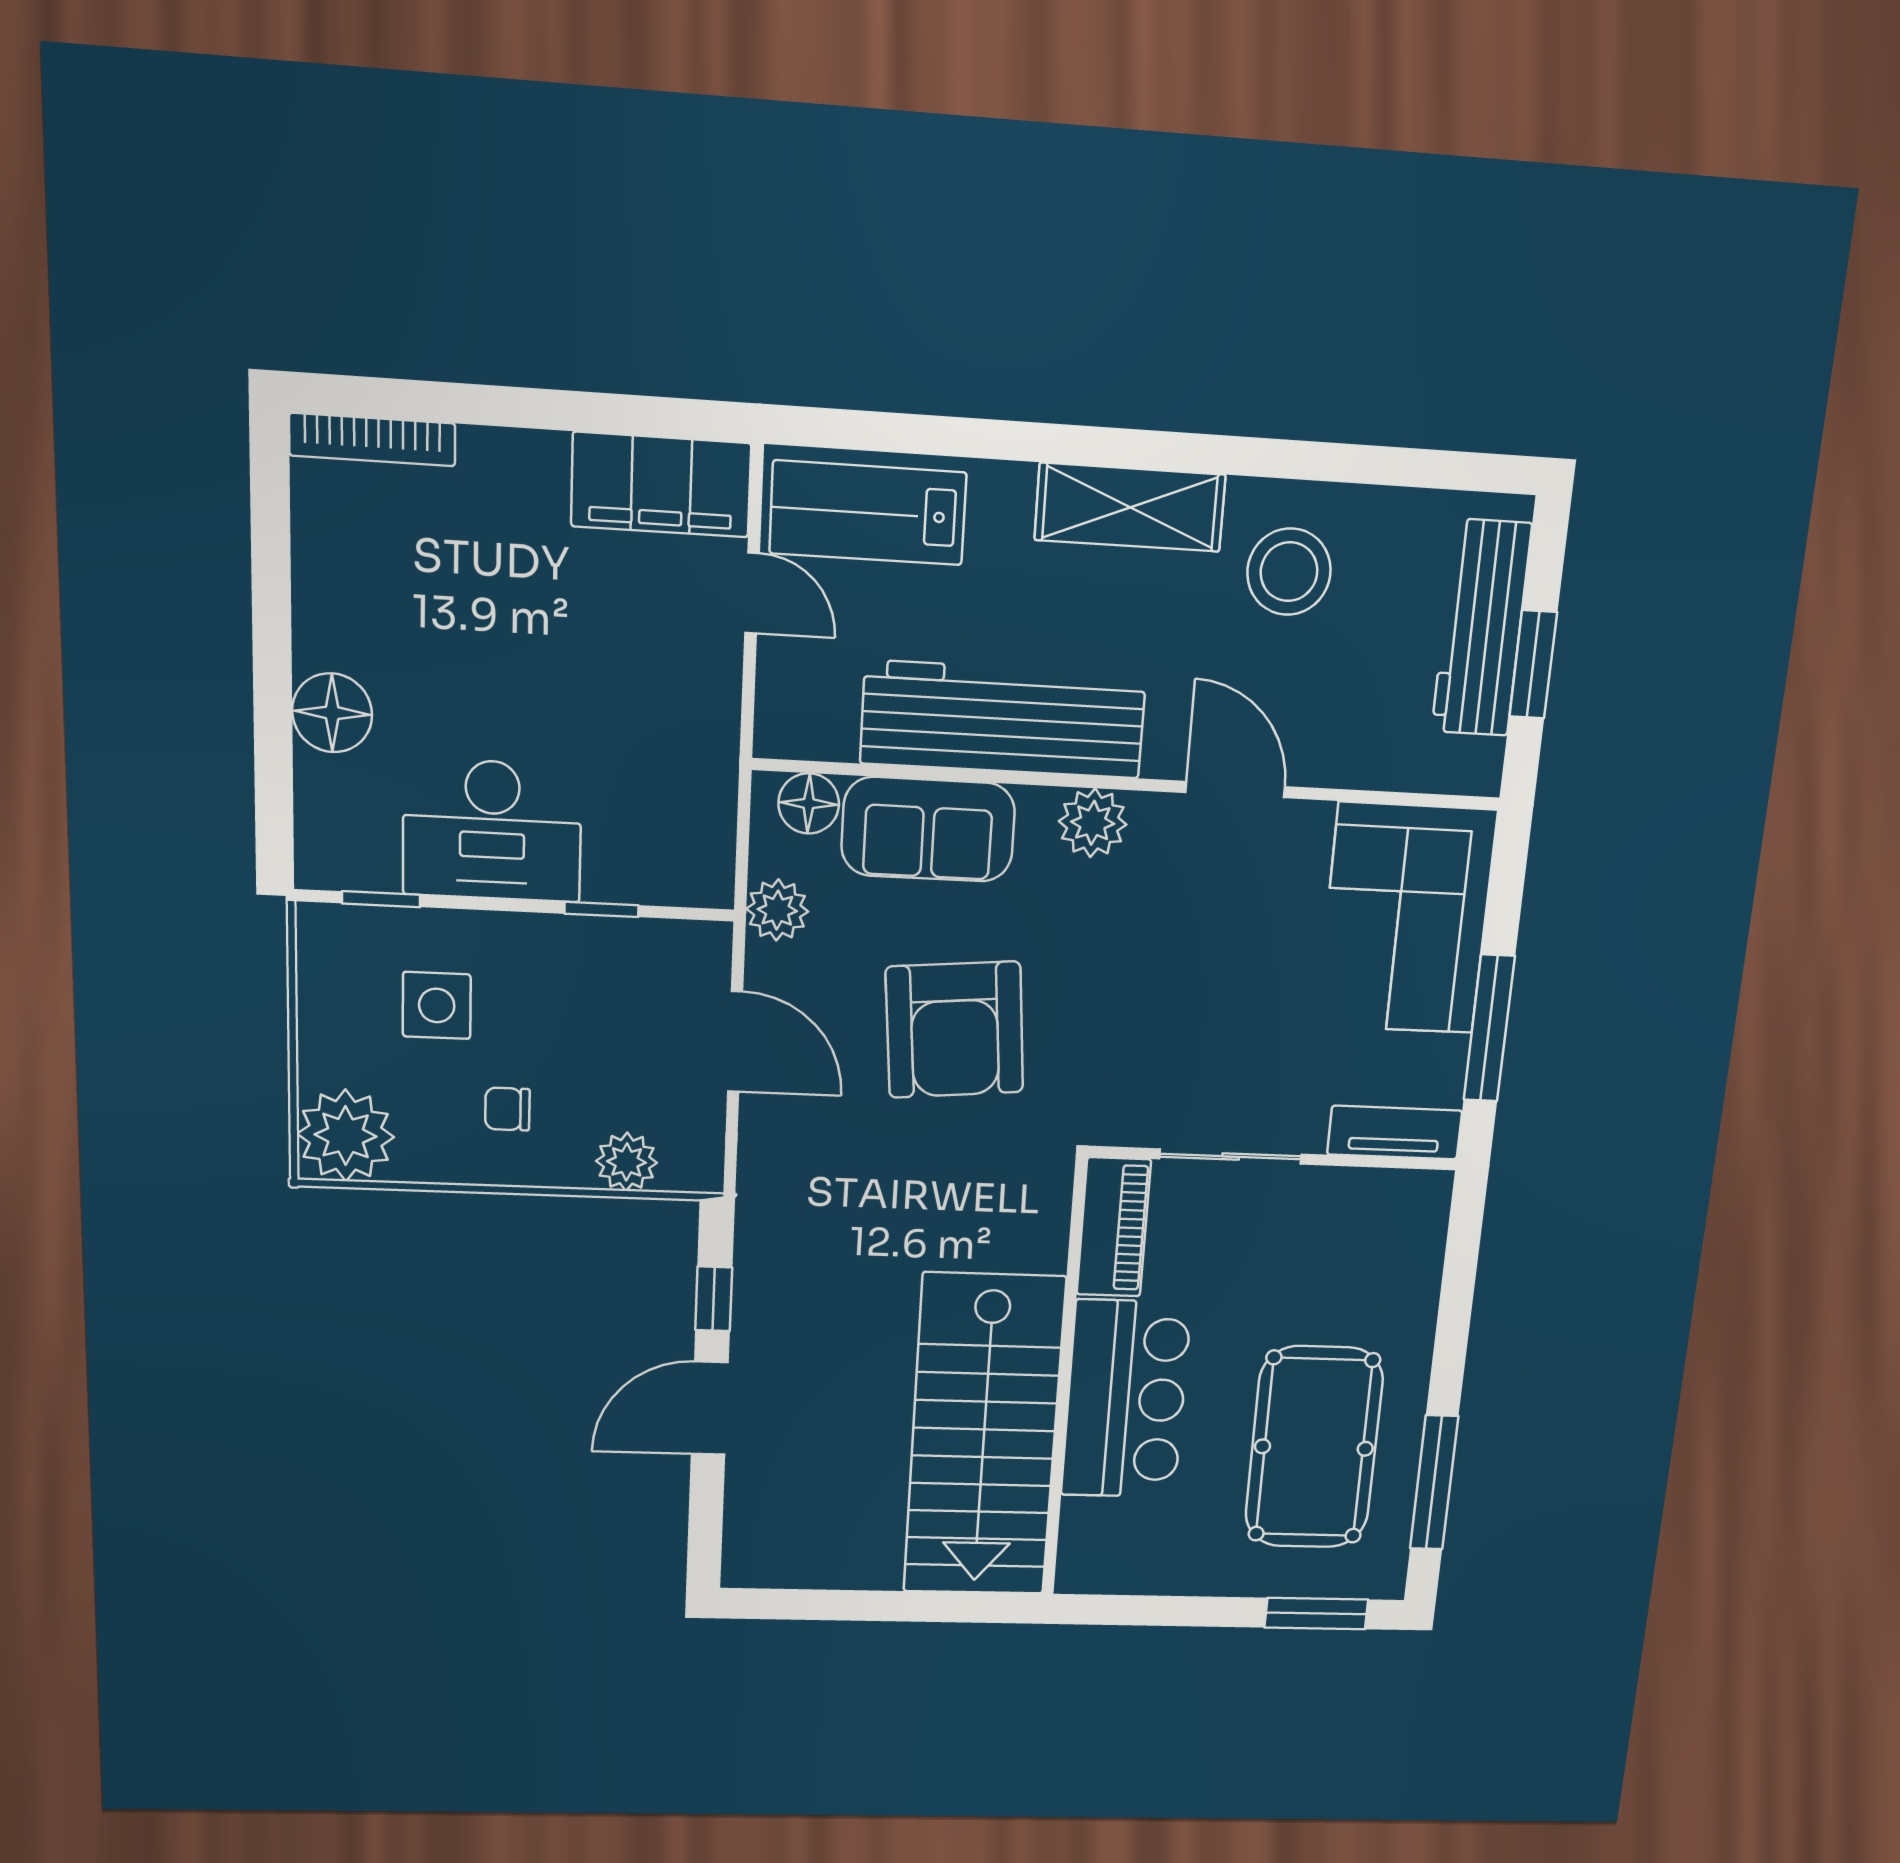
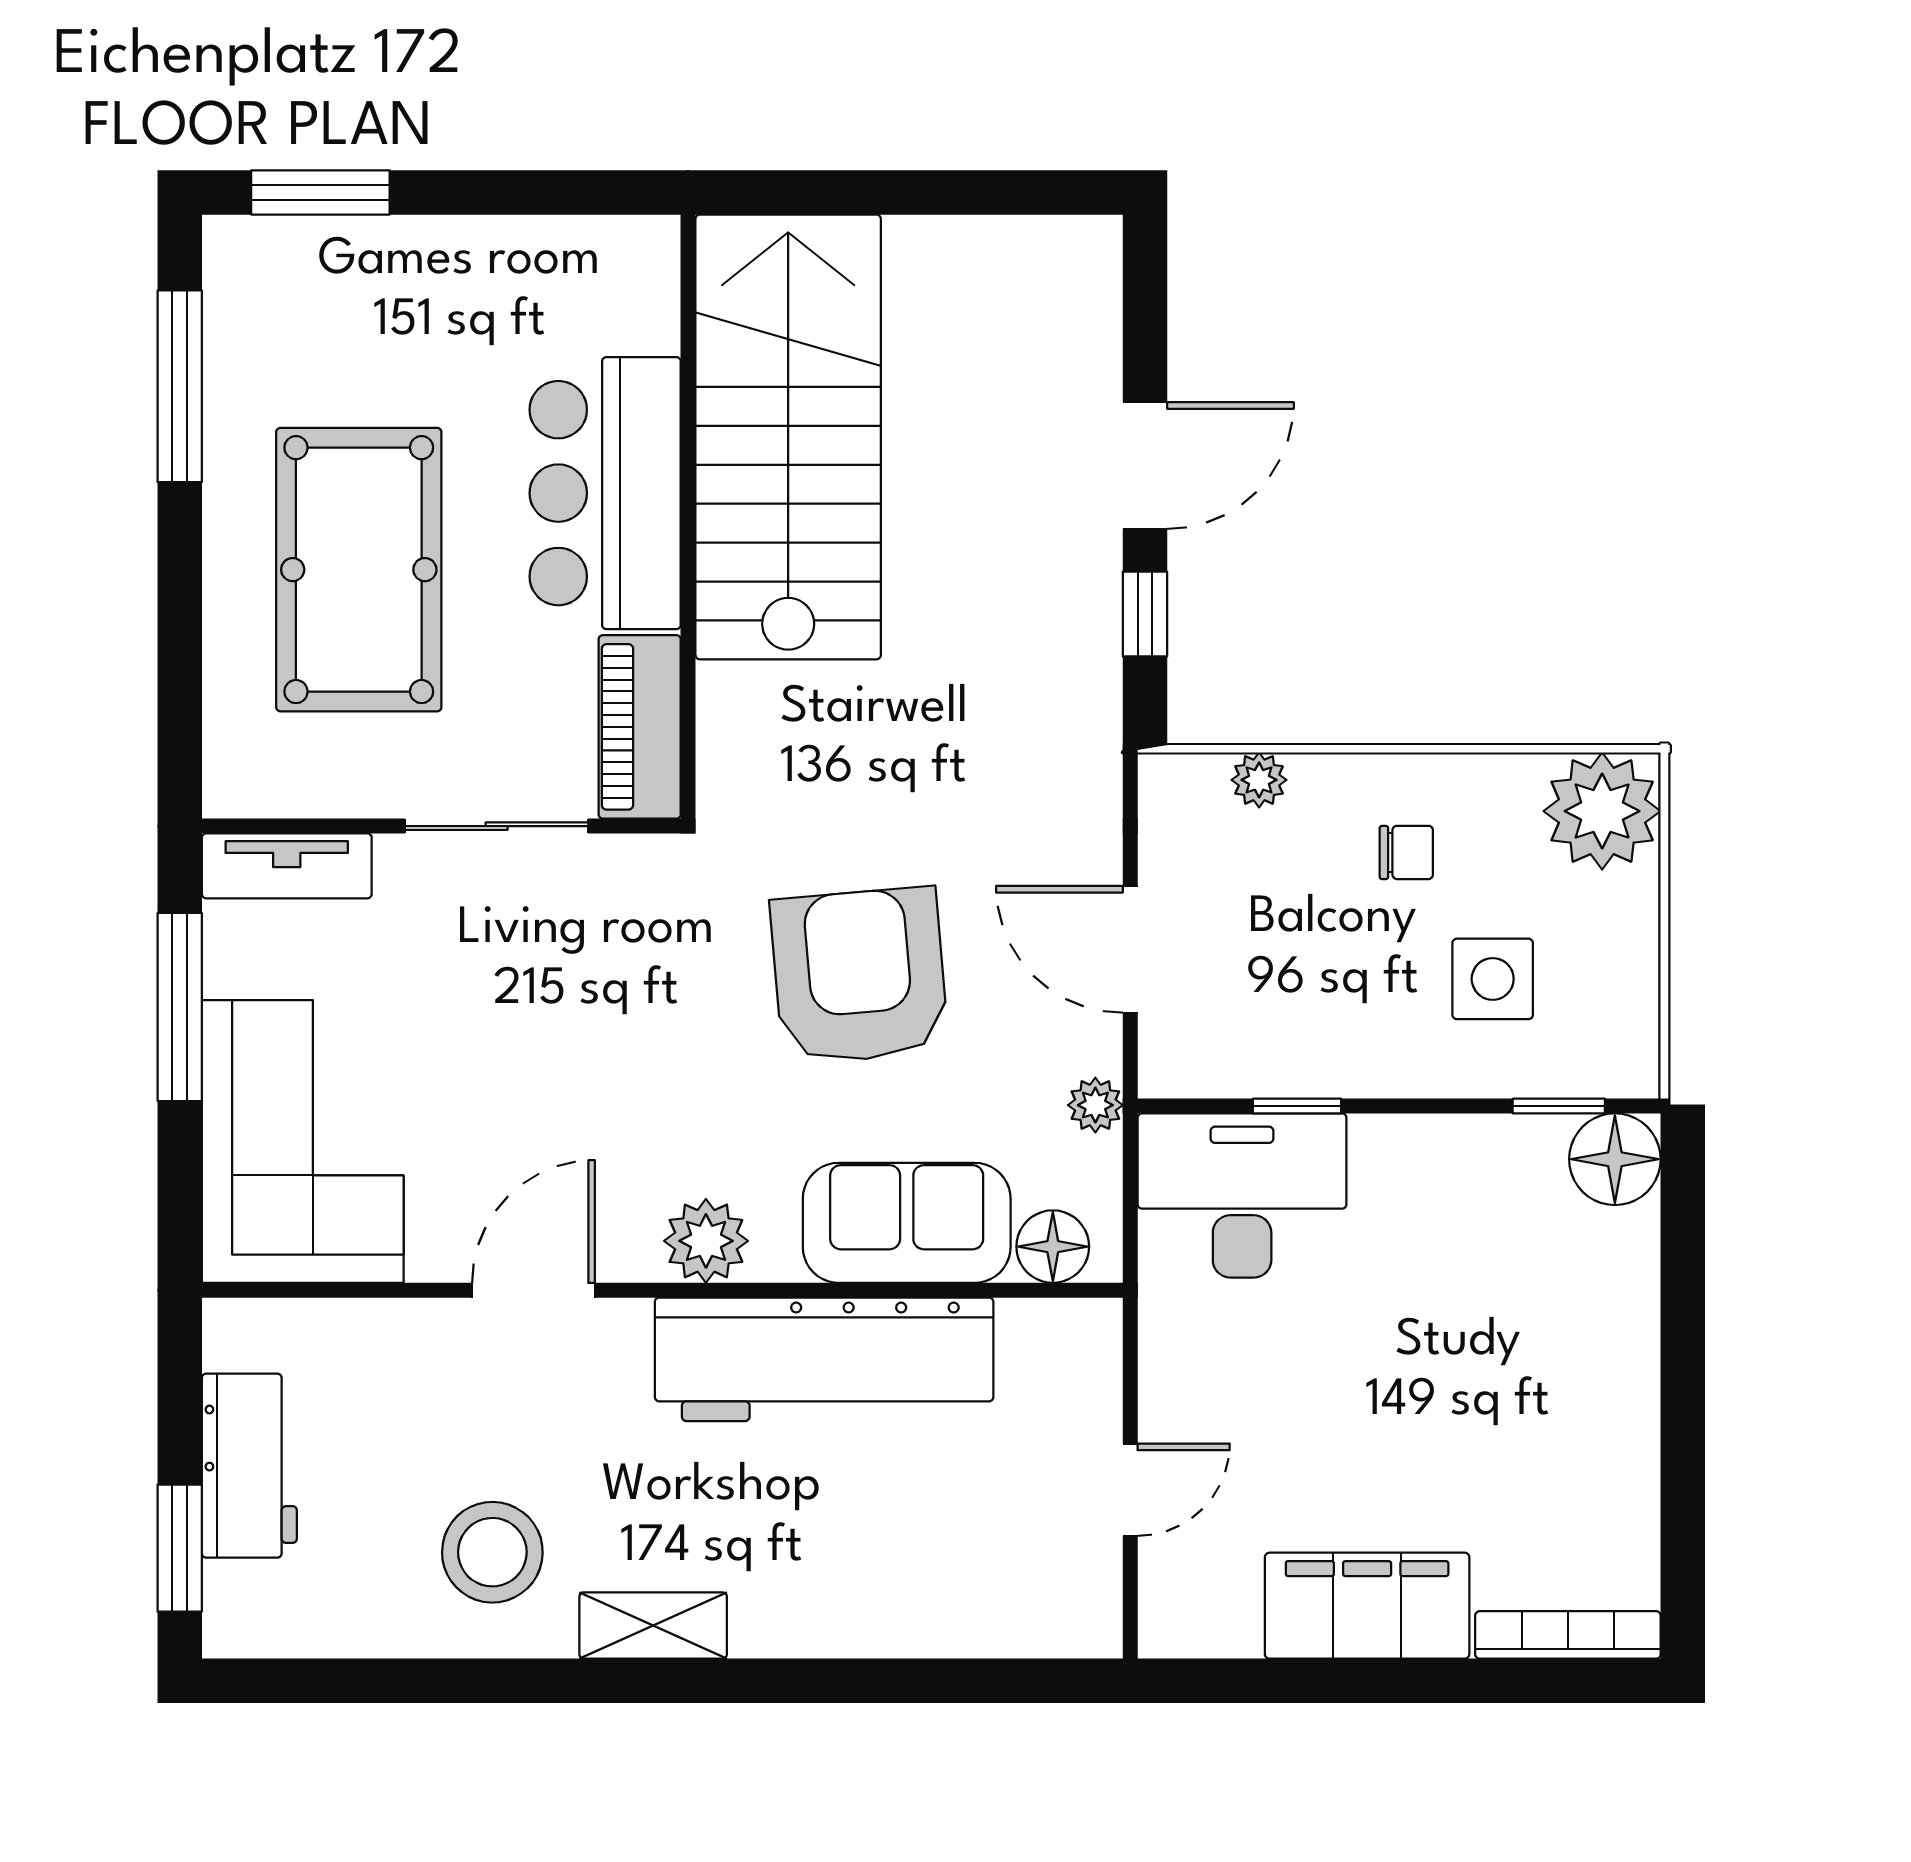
filing cabinet: (661, 485) -> (1367, 1606), moved
shelving: (1130, 507) -> (653, 1625), width x0.67, depth x0.75
lab bench: (868, 513) -> (999, 1589), removed
door: (752, 593) -> (1130, 1490), swing flipped
workbench: (1481, 628) -> (249, 1466), width x0.73
window: (1533, 664) -> (180, 1548), moved
floor lamp: (332, 713) -> (1615, 1159), moved
door: (1235, 790) -> (534, 1290), swing flipped
desk: (492, 830) -> (1242, 1196), moved
plant: (777, 910) -> (1095, 1105), width x0.73, depth x0.73
plant: (627, 1162) -> (1259, 780), width x0.73, depth x0.73
pool table: (1314, 1448) -> (359, 570), moved

